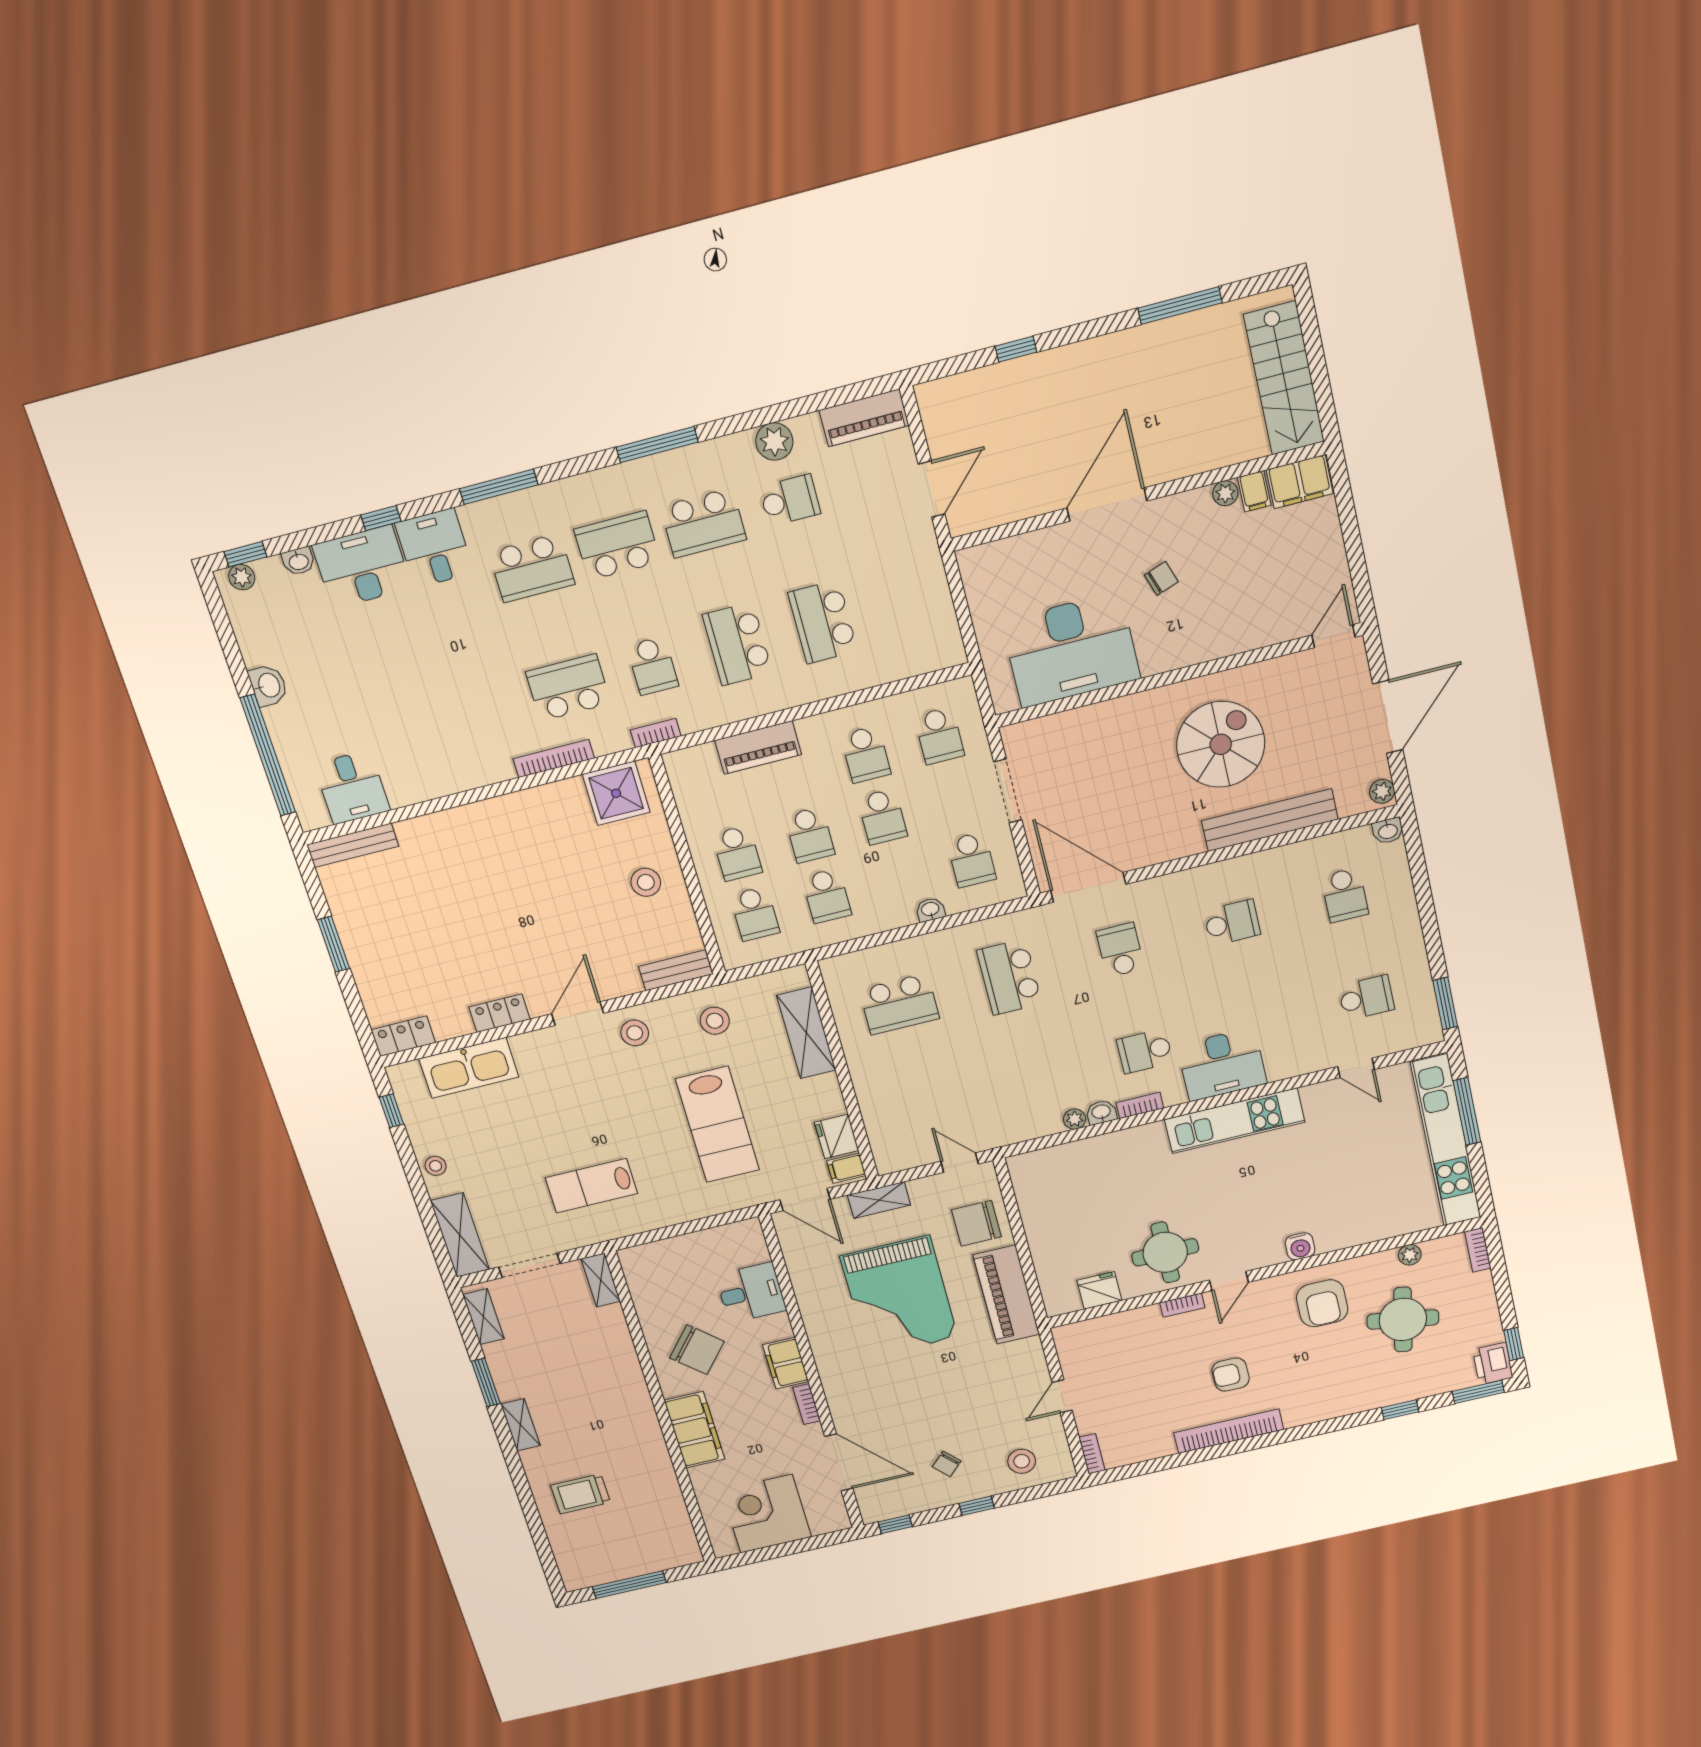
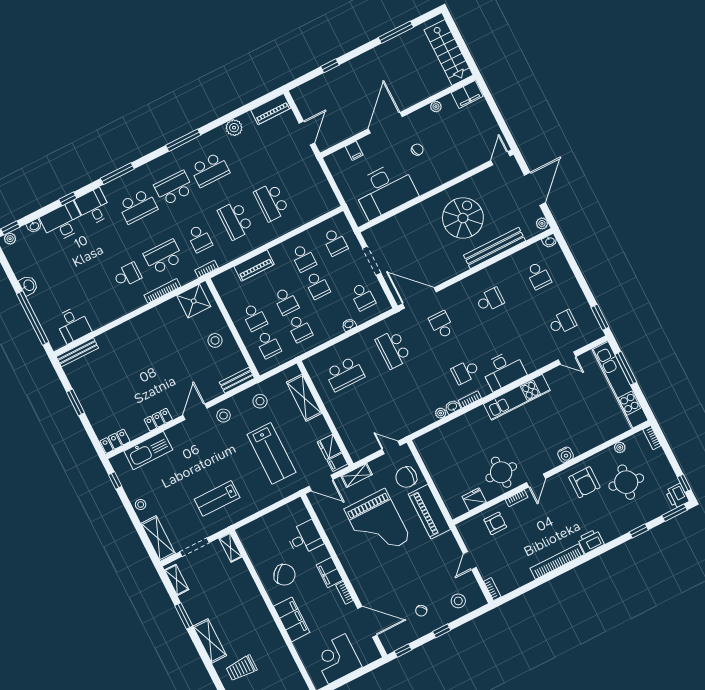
filing cabinet: (1254, 491) -> (354, 151), moved
school desk: (790, 500) -> (127, 275), moved
armchair: (1231, 1375) -> (495, 523), moved, turned 180
printer: (1303, 1409) -> (591, 541), added
shelving: (520, 1425) -> (210, 641), width x1.50, depth x1.33

